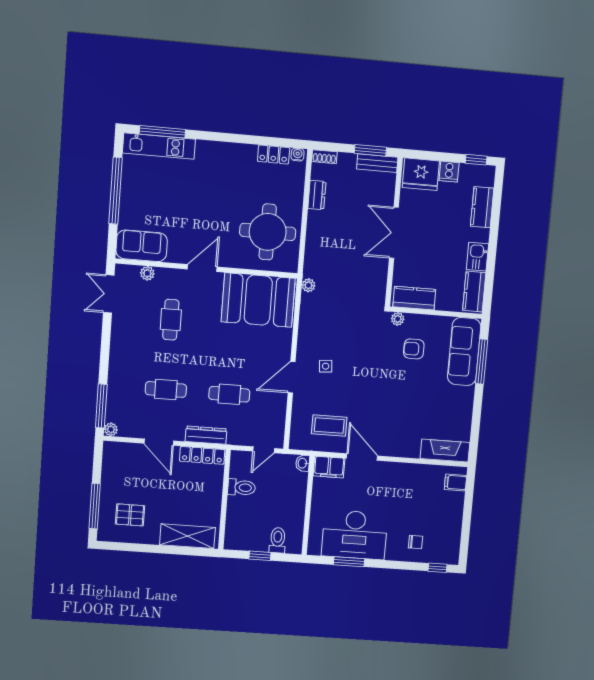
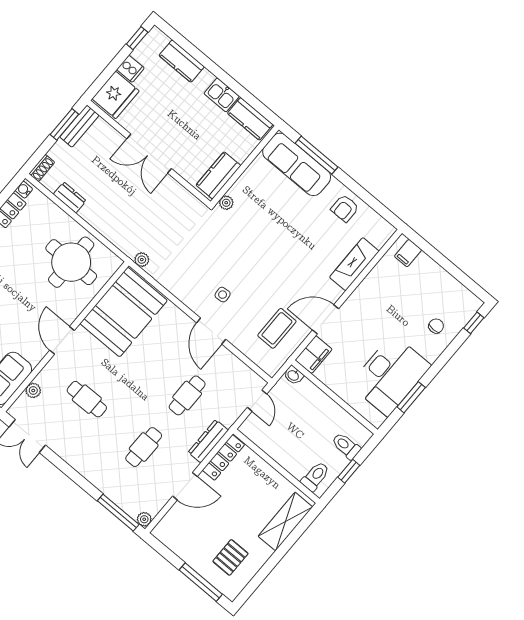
armchair: (414, 349) -> (345, 208), moved
fireplace: (445, 451) -> (354, 264), moved
toilet: (242, 487) -> (315, 476), moved

